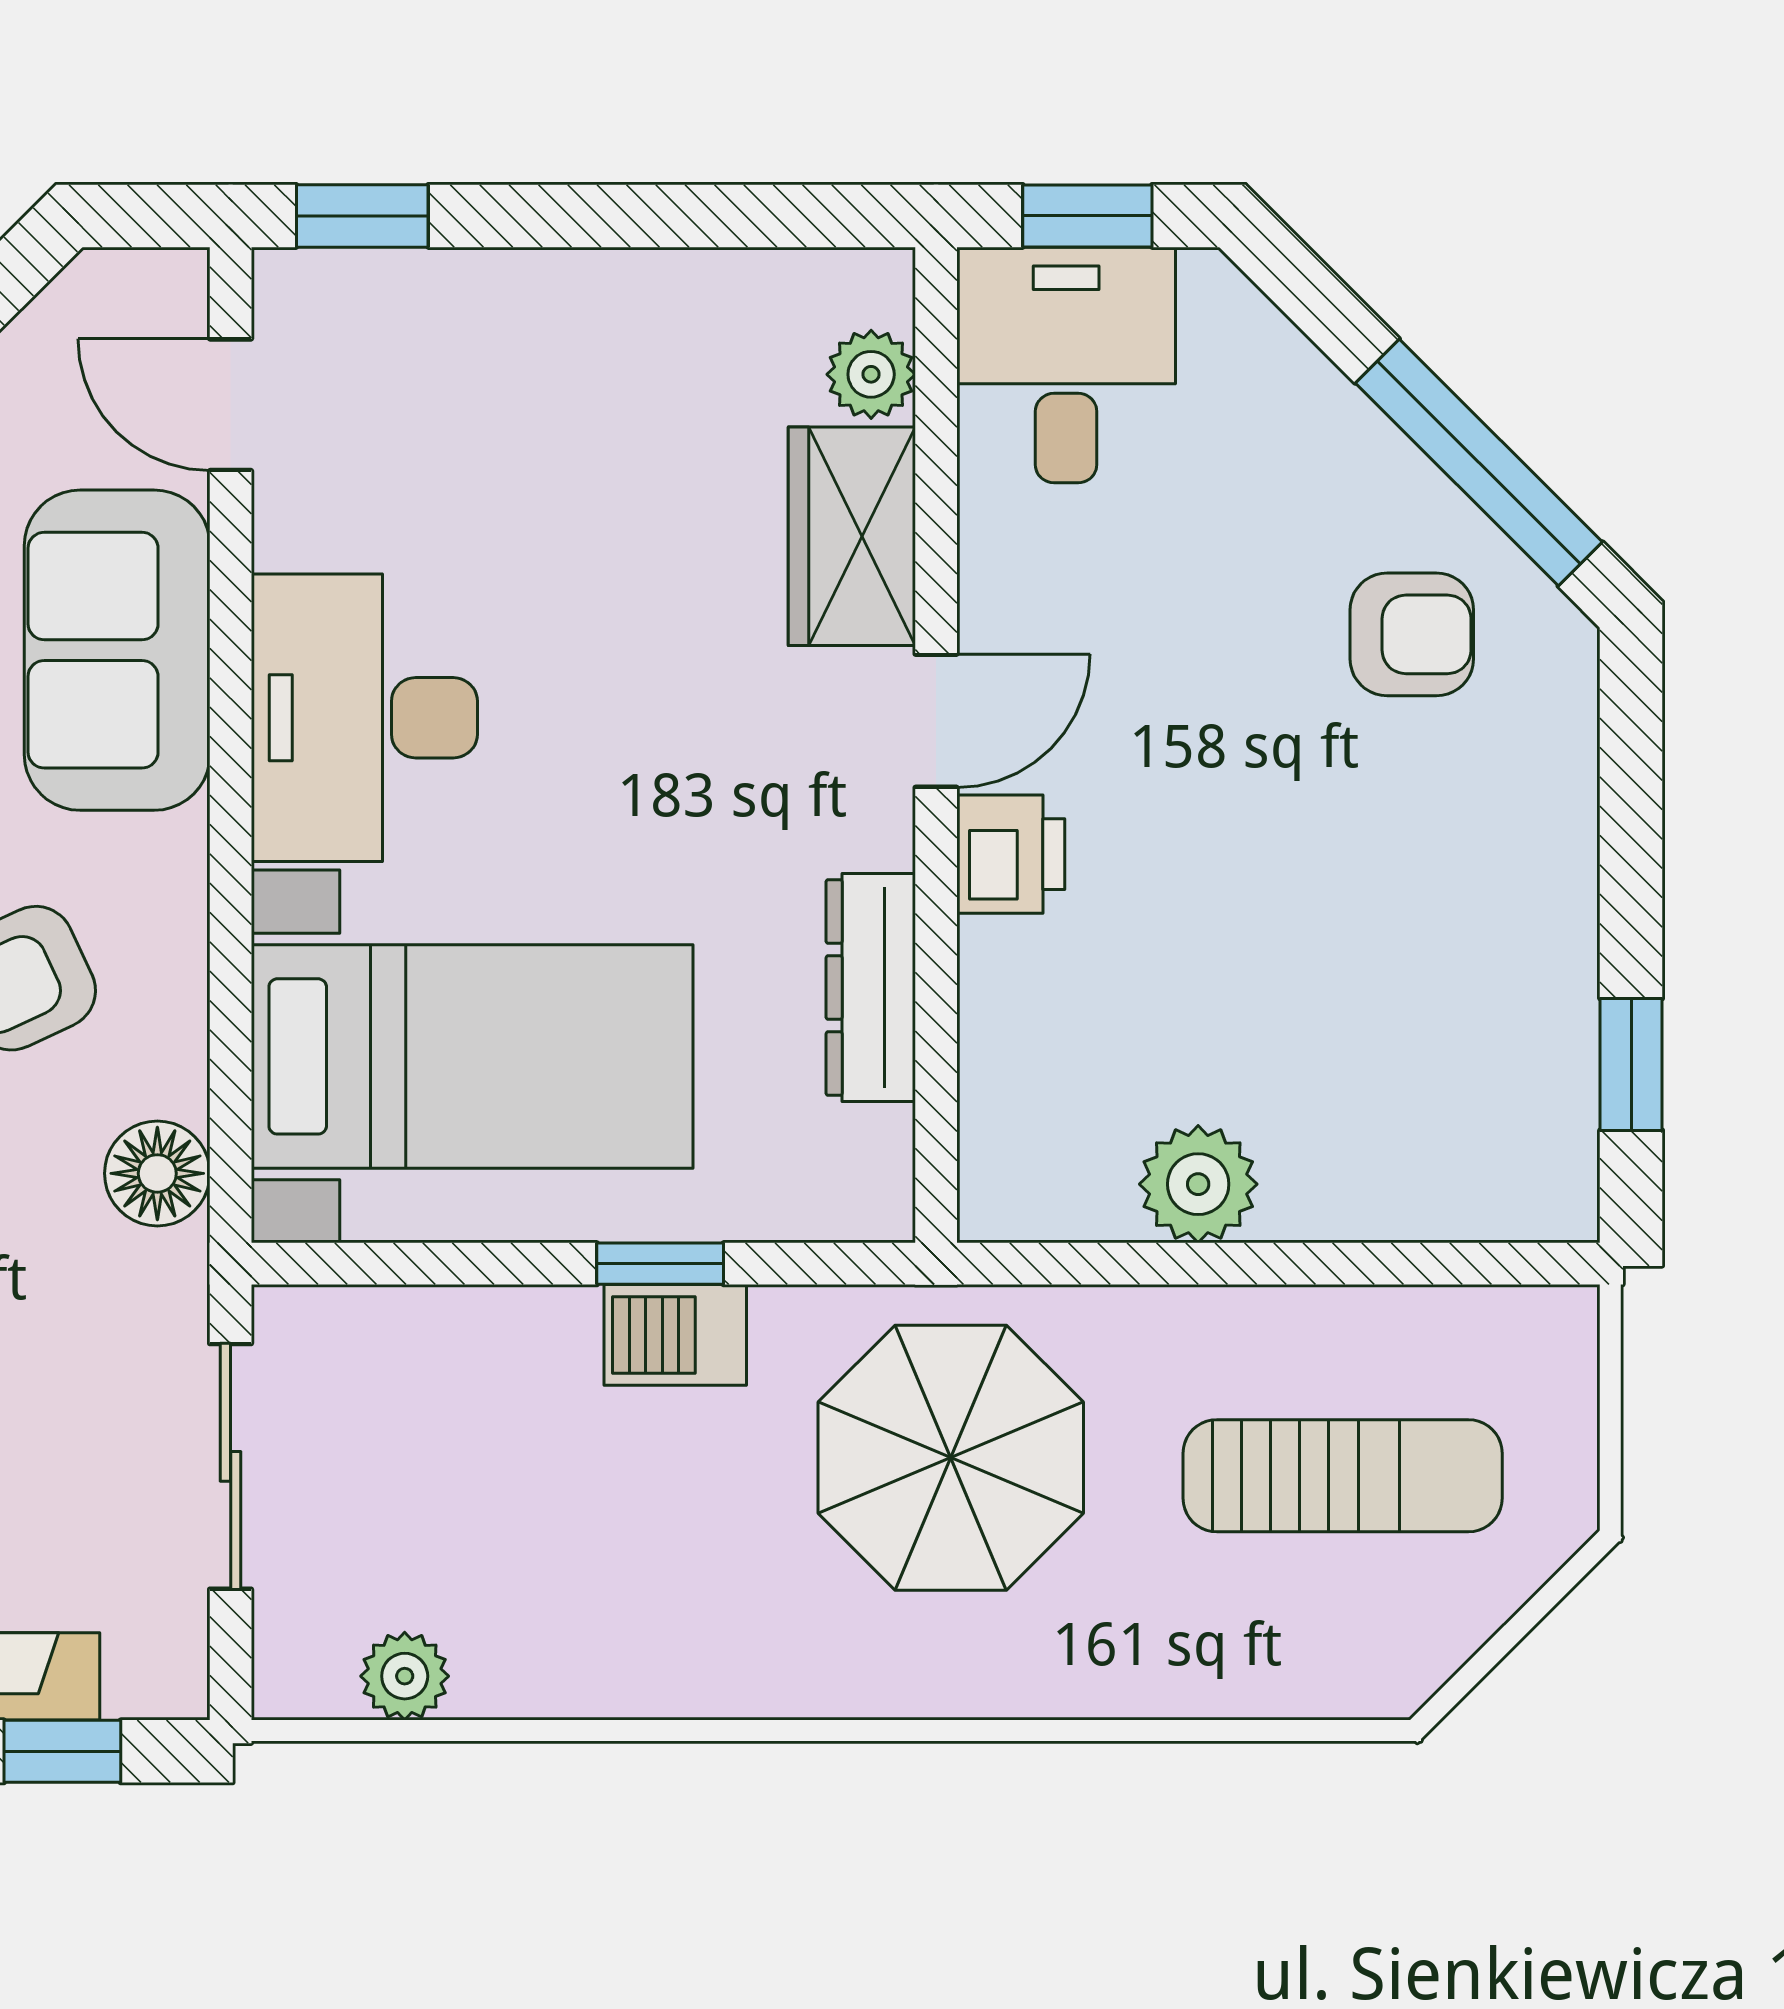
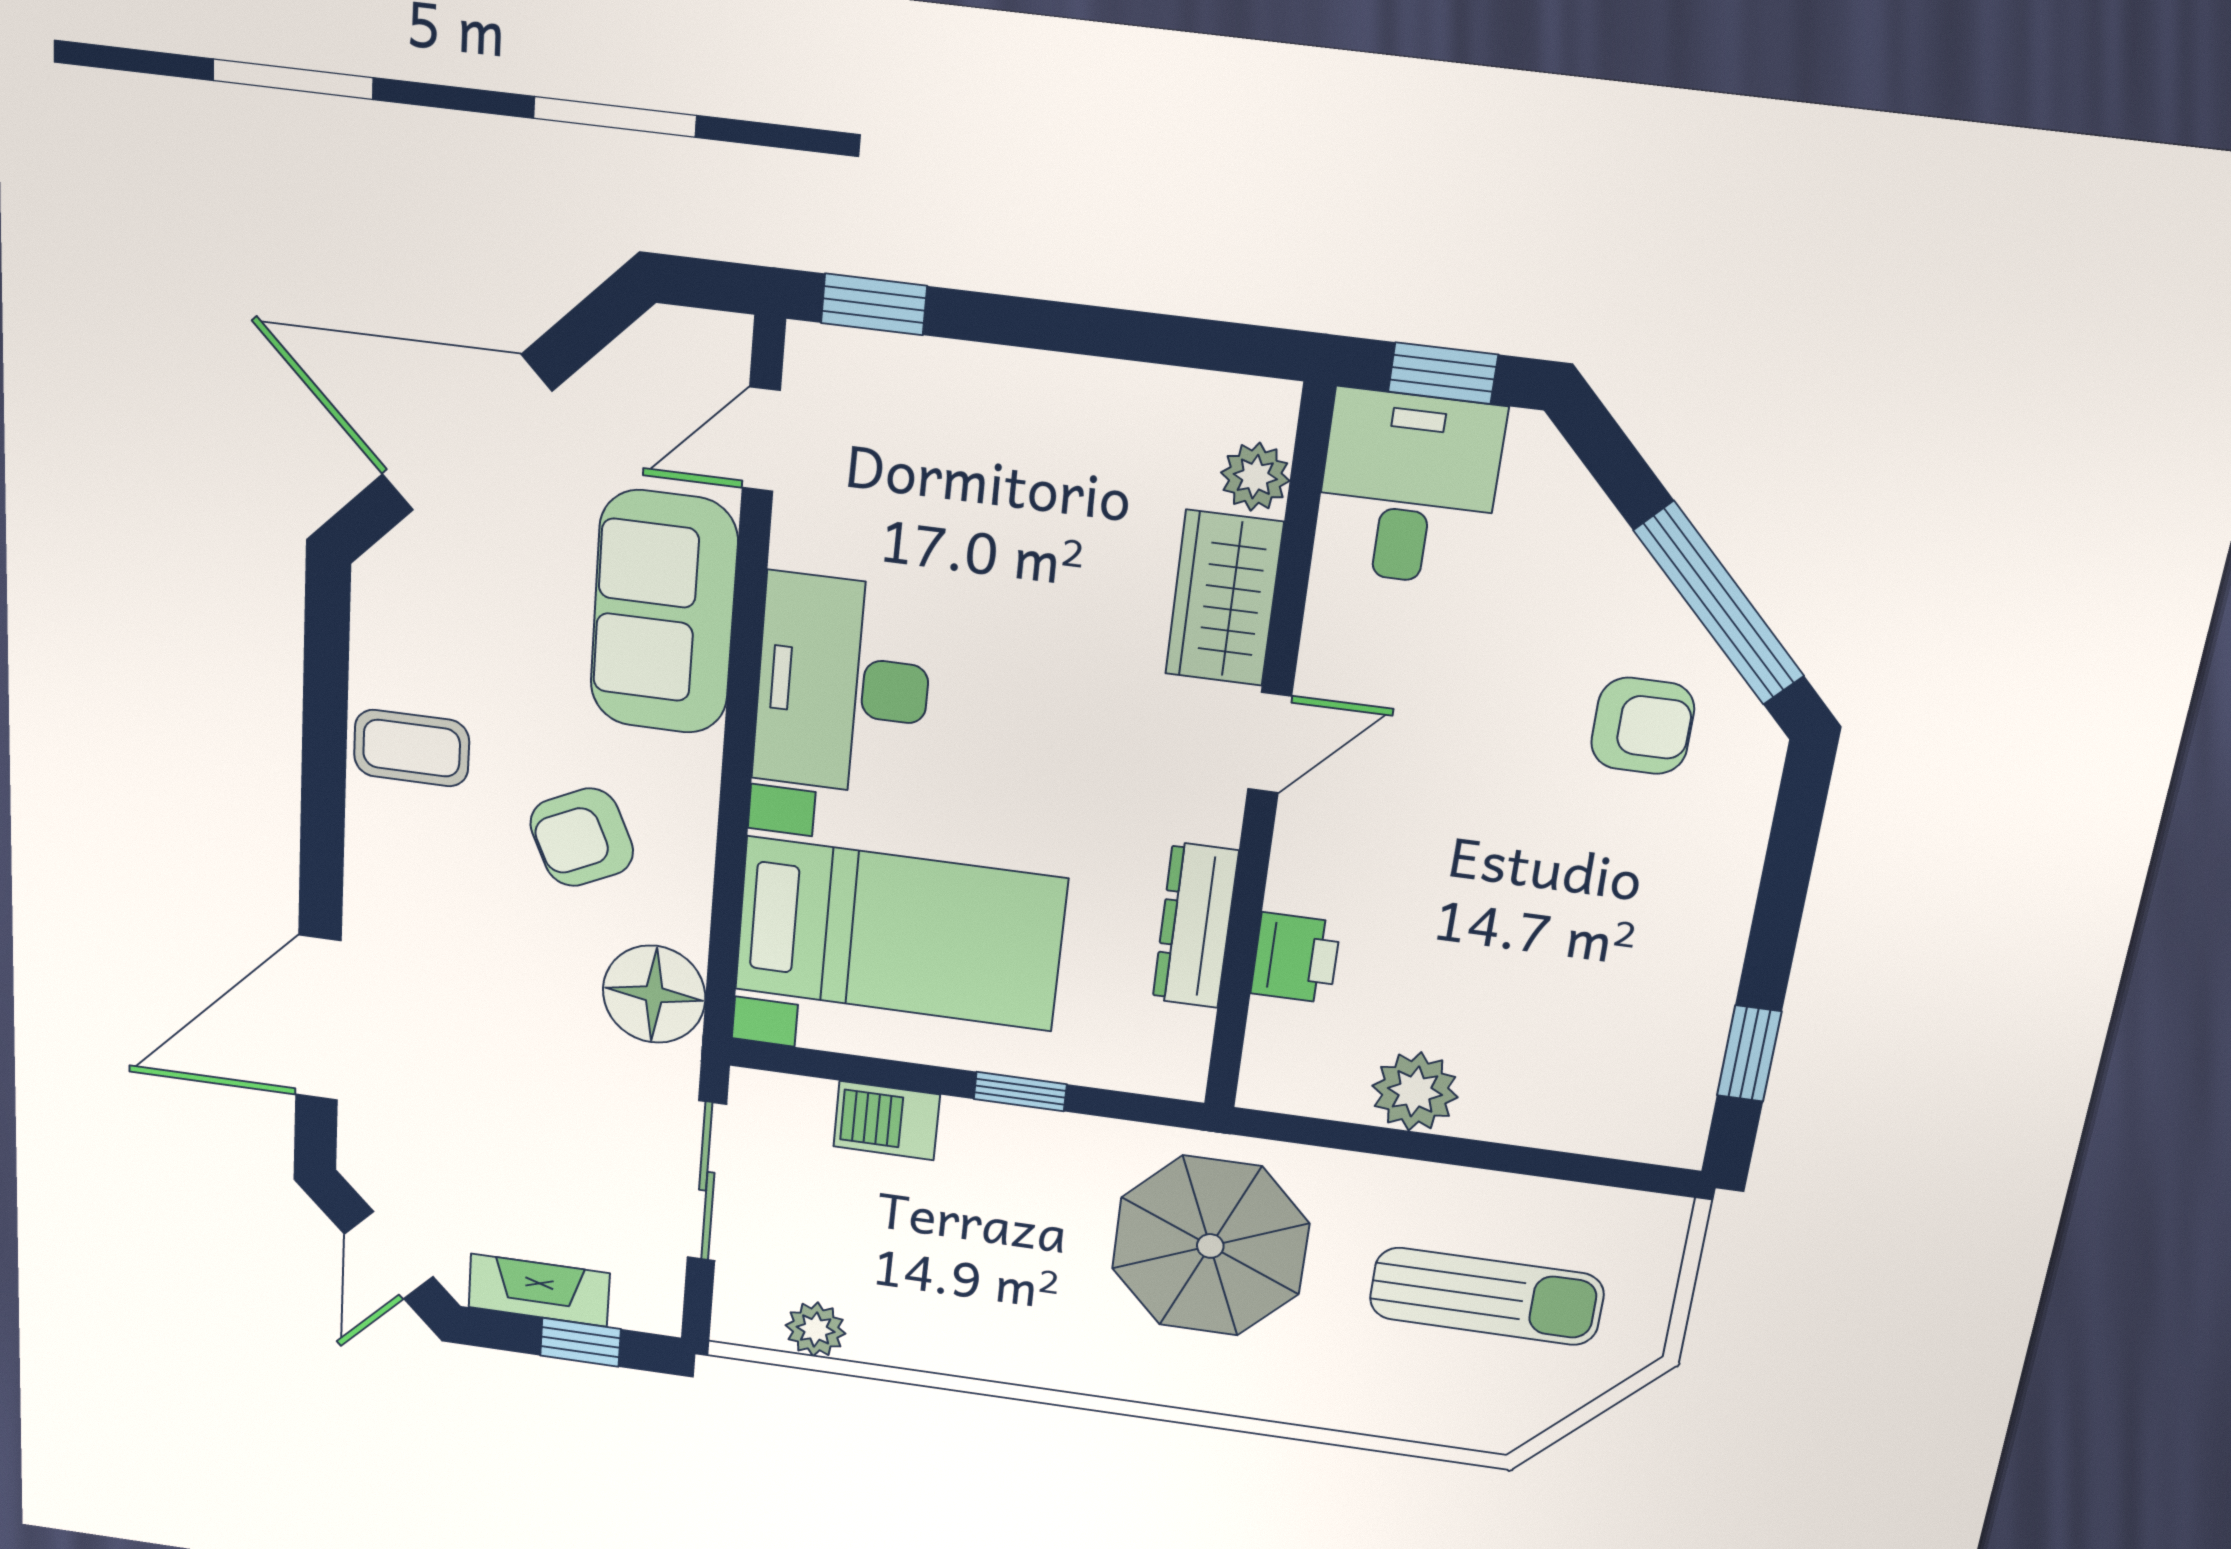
door: (231, 405) -> (761, 439), hinge flipped
printer: (1011, 854) -> (1296, 958), moved
floor lamp: (157, 1173) -> (654, 994), width x1.38, depth x1.38
barbecue: (675, 1335) -> (887, 1121), moved

